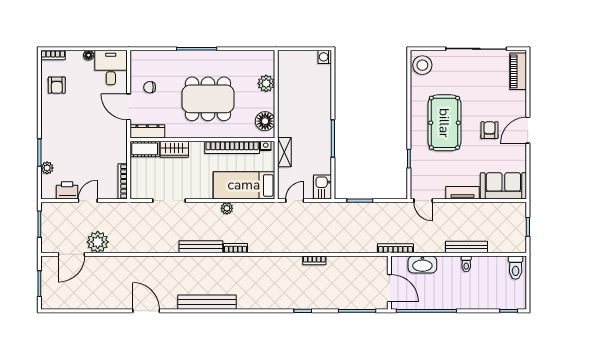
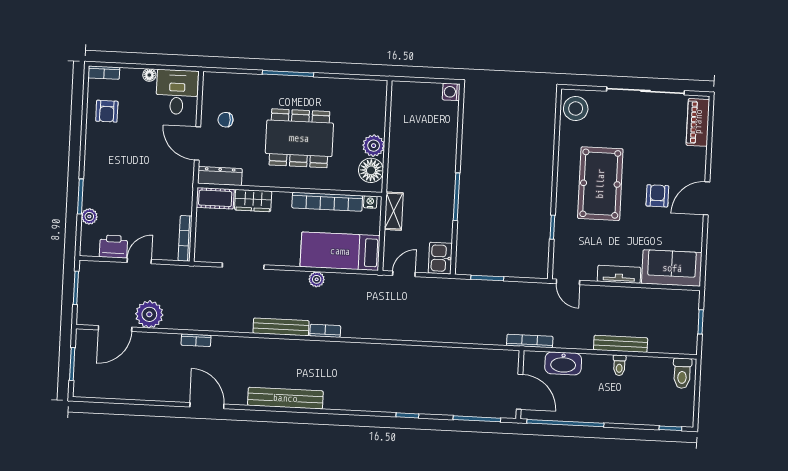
plant: (266, 83) -> (374, 146), moved
bookcase: (314, 260) -> (196, 340), moved

